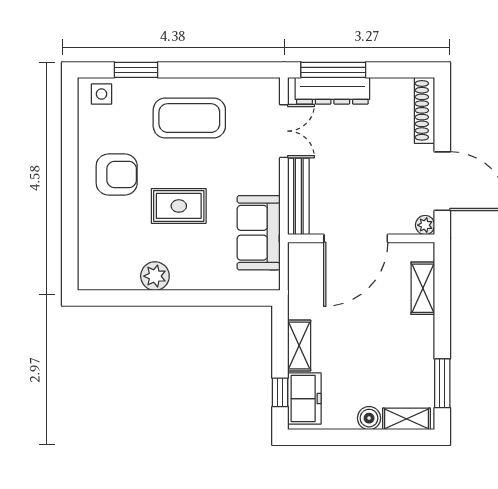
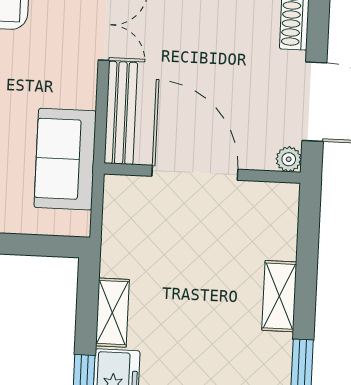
door: (356, 238) -> (195, 173), swing flipped
shelving: (423, 288) -> (279, 296), moved

